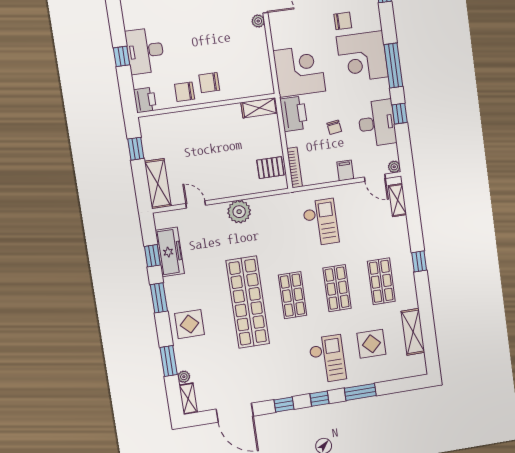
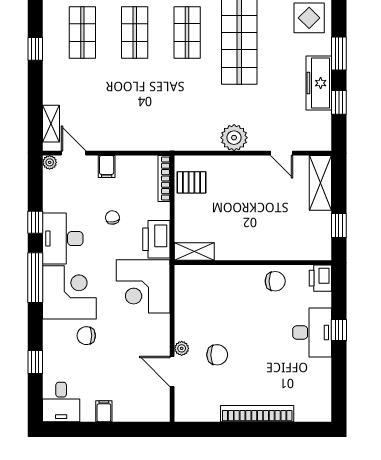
chair: (209, 83) -> (217, 355), moved
desk: (377, 123) -> (63, 239), moved
checkout: (321, 222) -> (143, 111), removed
freezer: (170, 252) -> (319, 83), moved

